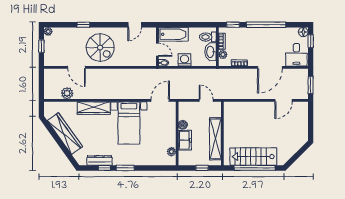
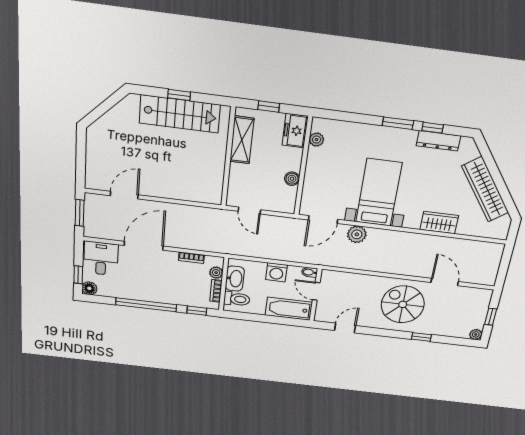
plant: (67, 93) -> (357, 234), moved
wardrobe: (94, 108) -> (439, 223), width x0.67
shelving: (215, 139) -> (242, 140), width x0.68
freezer: (185, 140) -> (295, 131), moved
window: (255, 168) -> (179, 95), width x0.32

